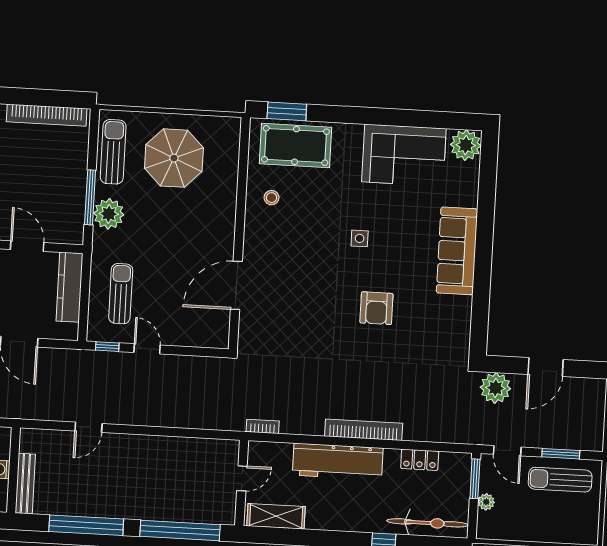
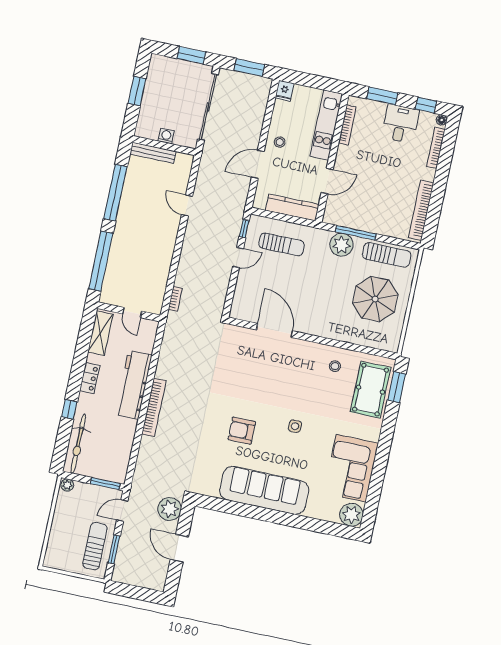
sofa: (457, 251) -> (264, 490), width x1.36, depth x1.27
bookcase: (263, 426) -> (175, 299), moved
locker: (420, 460) -> (90, 378), moved, turned 180
plant: (486, 502) -> (67, 485), moved

